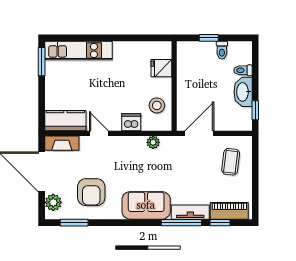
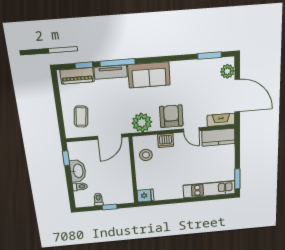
fridge: (161, 68) -> (145, 195), moved
plant: (153, 142) -> (142, 123), width x1.88, depth x1.88
armchair: (91, 192) -> (171, 116), moved

